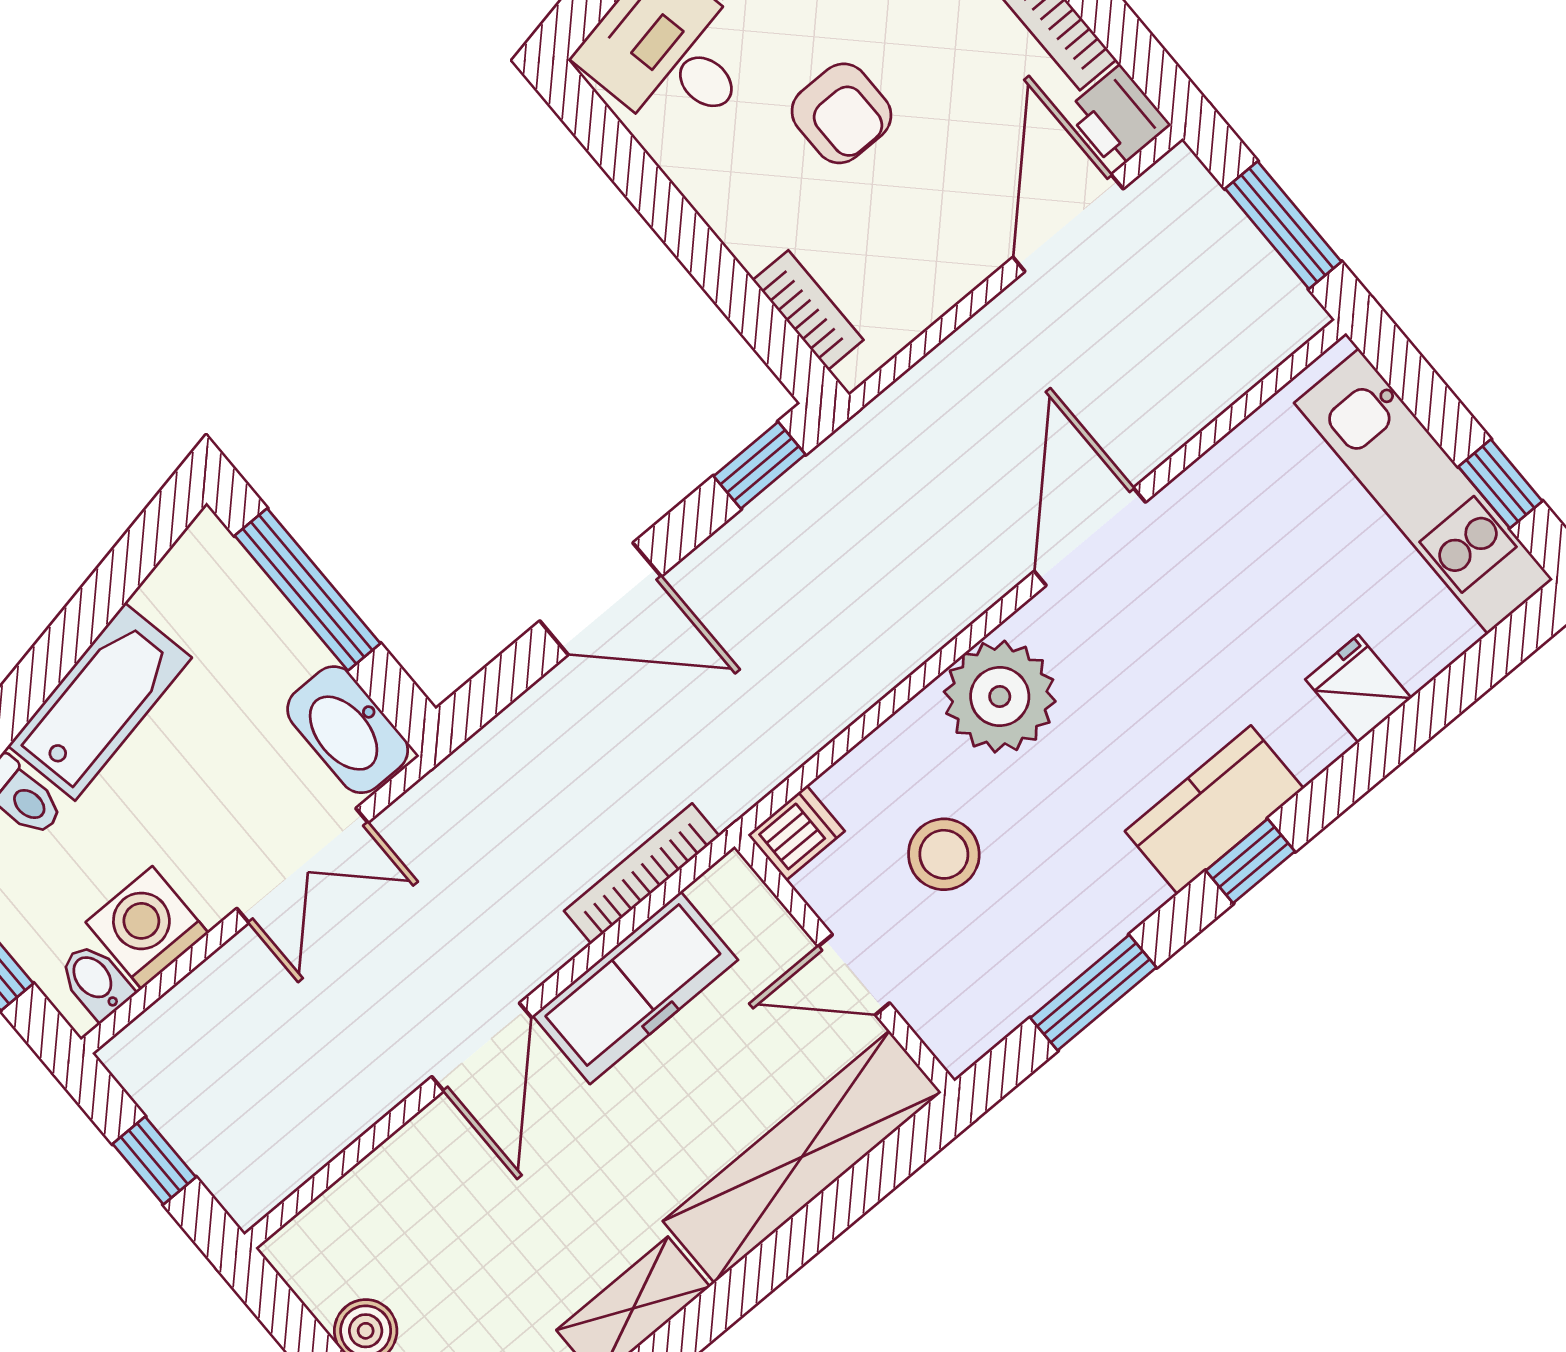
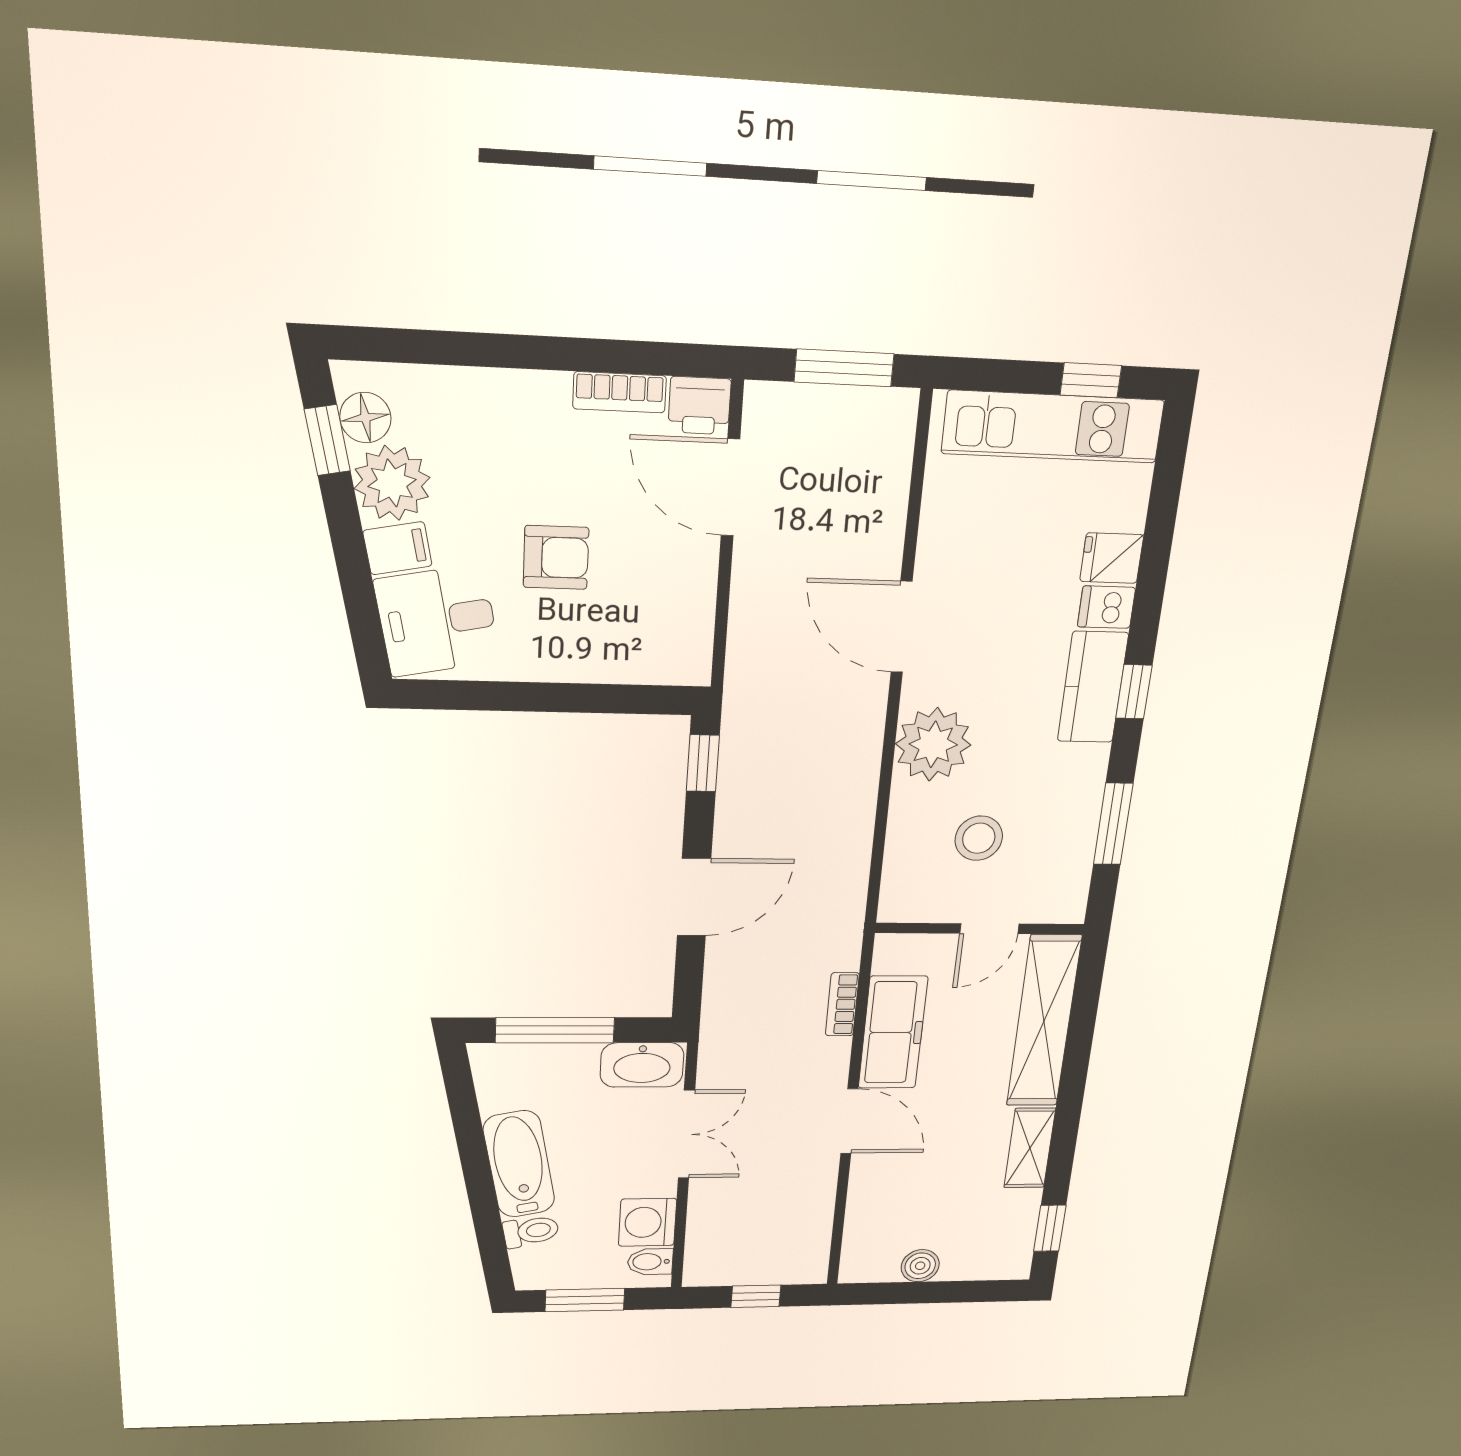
bookcase: (808, 310) -> (646, 669), removed
dishwasher: (796, 833) -> (1106, 607), moved, turned -90
bookcase: (642, 874) -> (842, 1004), width x0.64

